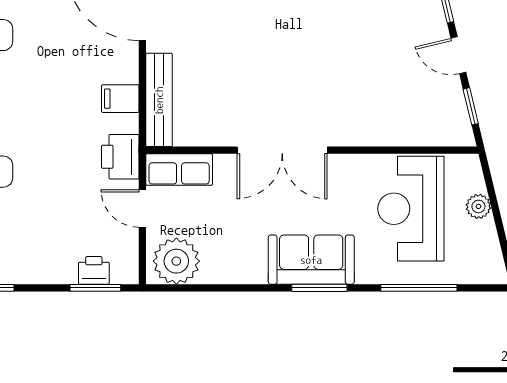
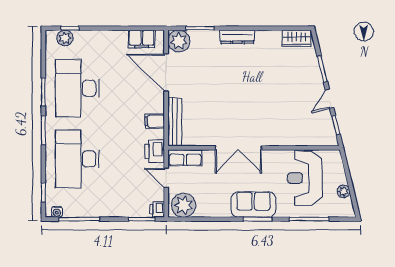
door: (458, 55) -> (330, 99), hinge flipped
plant: (478, 206) -> (343, 191), moved
printer: (94, 270) -> (157, 209), moved, turned -90

